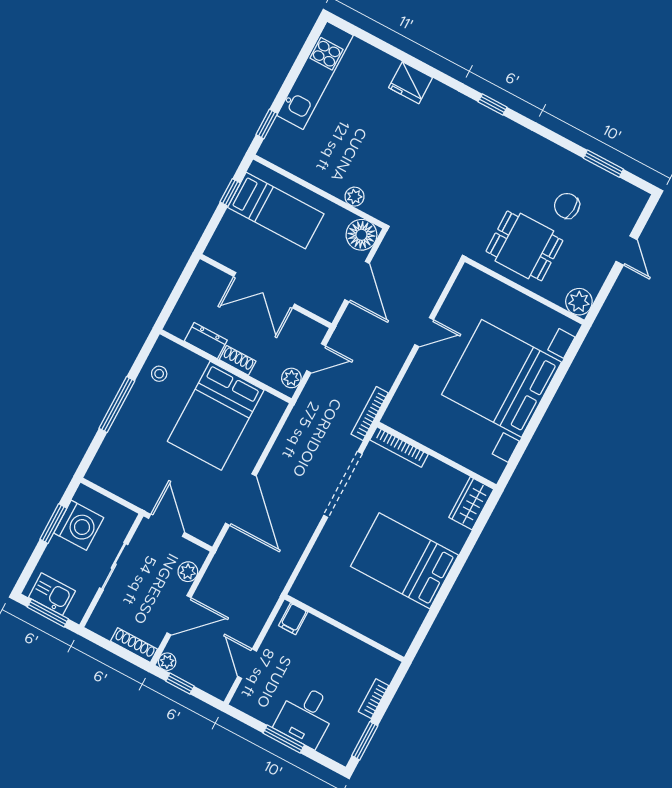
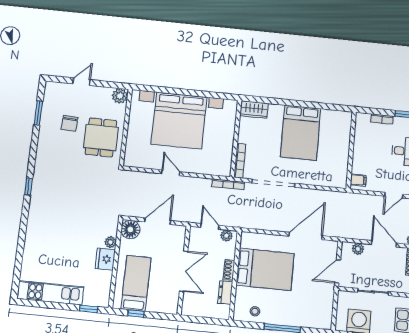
fridge: (411, 83) -> (105, 259), moved, turned 180

